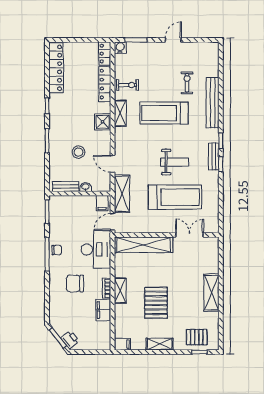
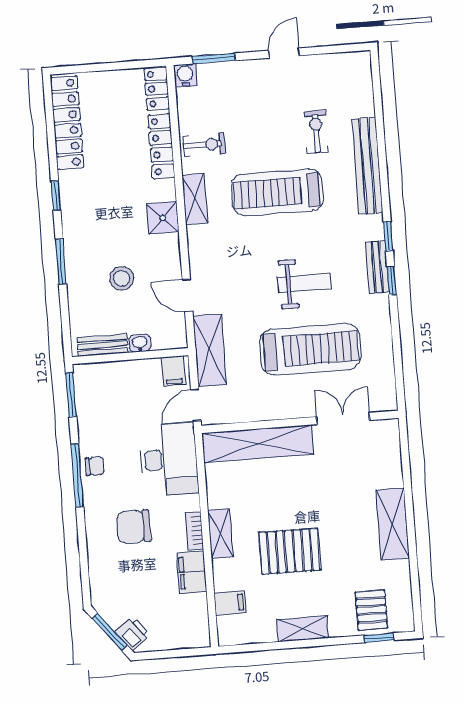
pallet: (156, 303) -> (290, 551), turned 90
pallet: (197, 337) -> (371, 610), turned 90
filing cabinet: (122, 344) -> (230, 603), moved

